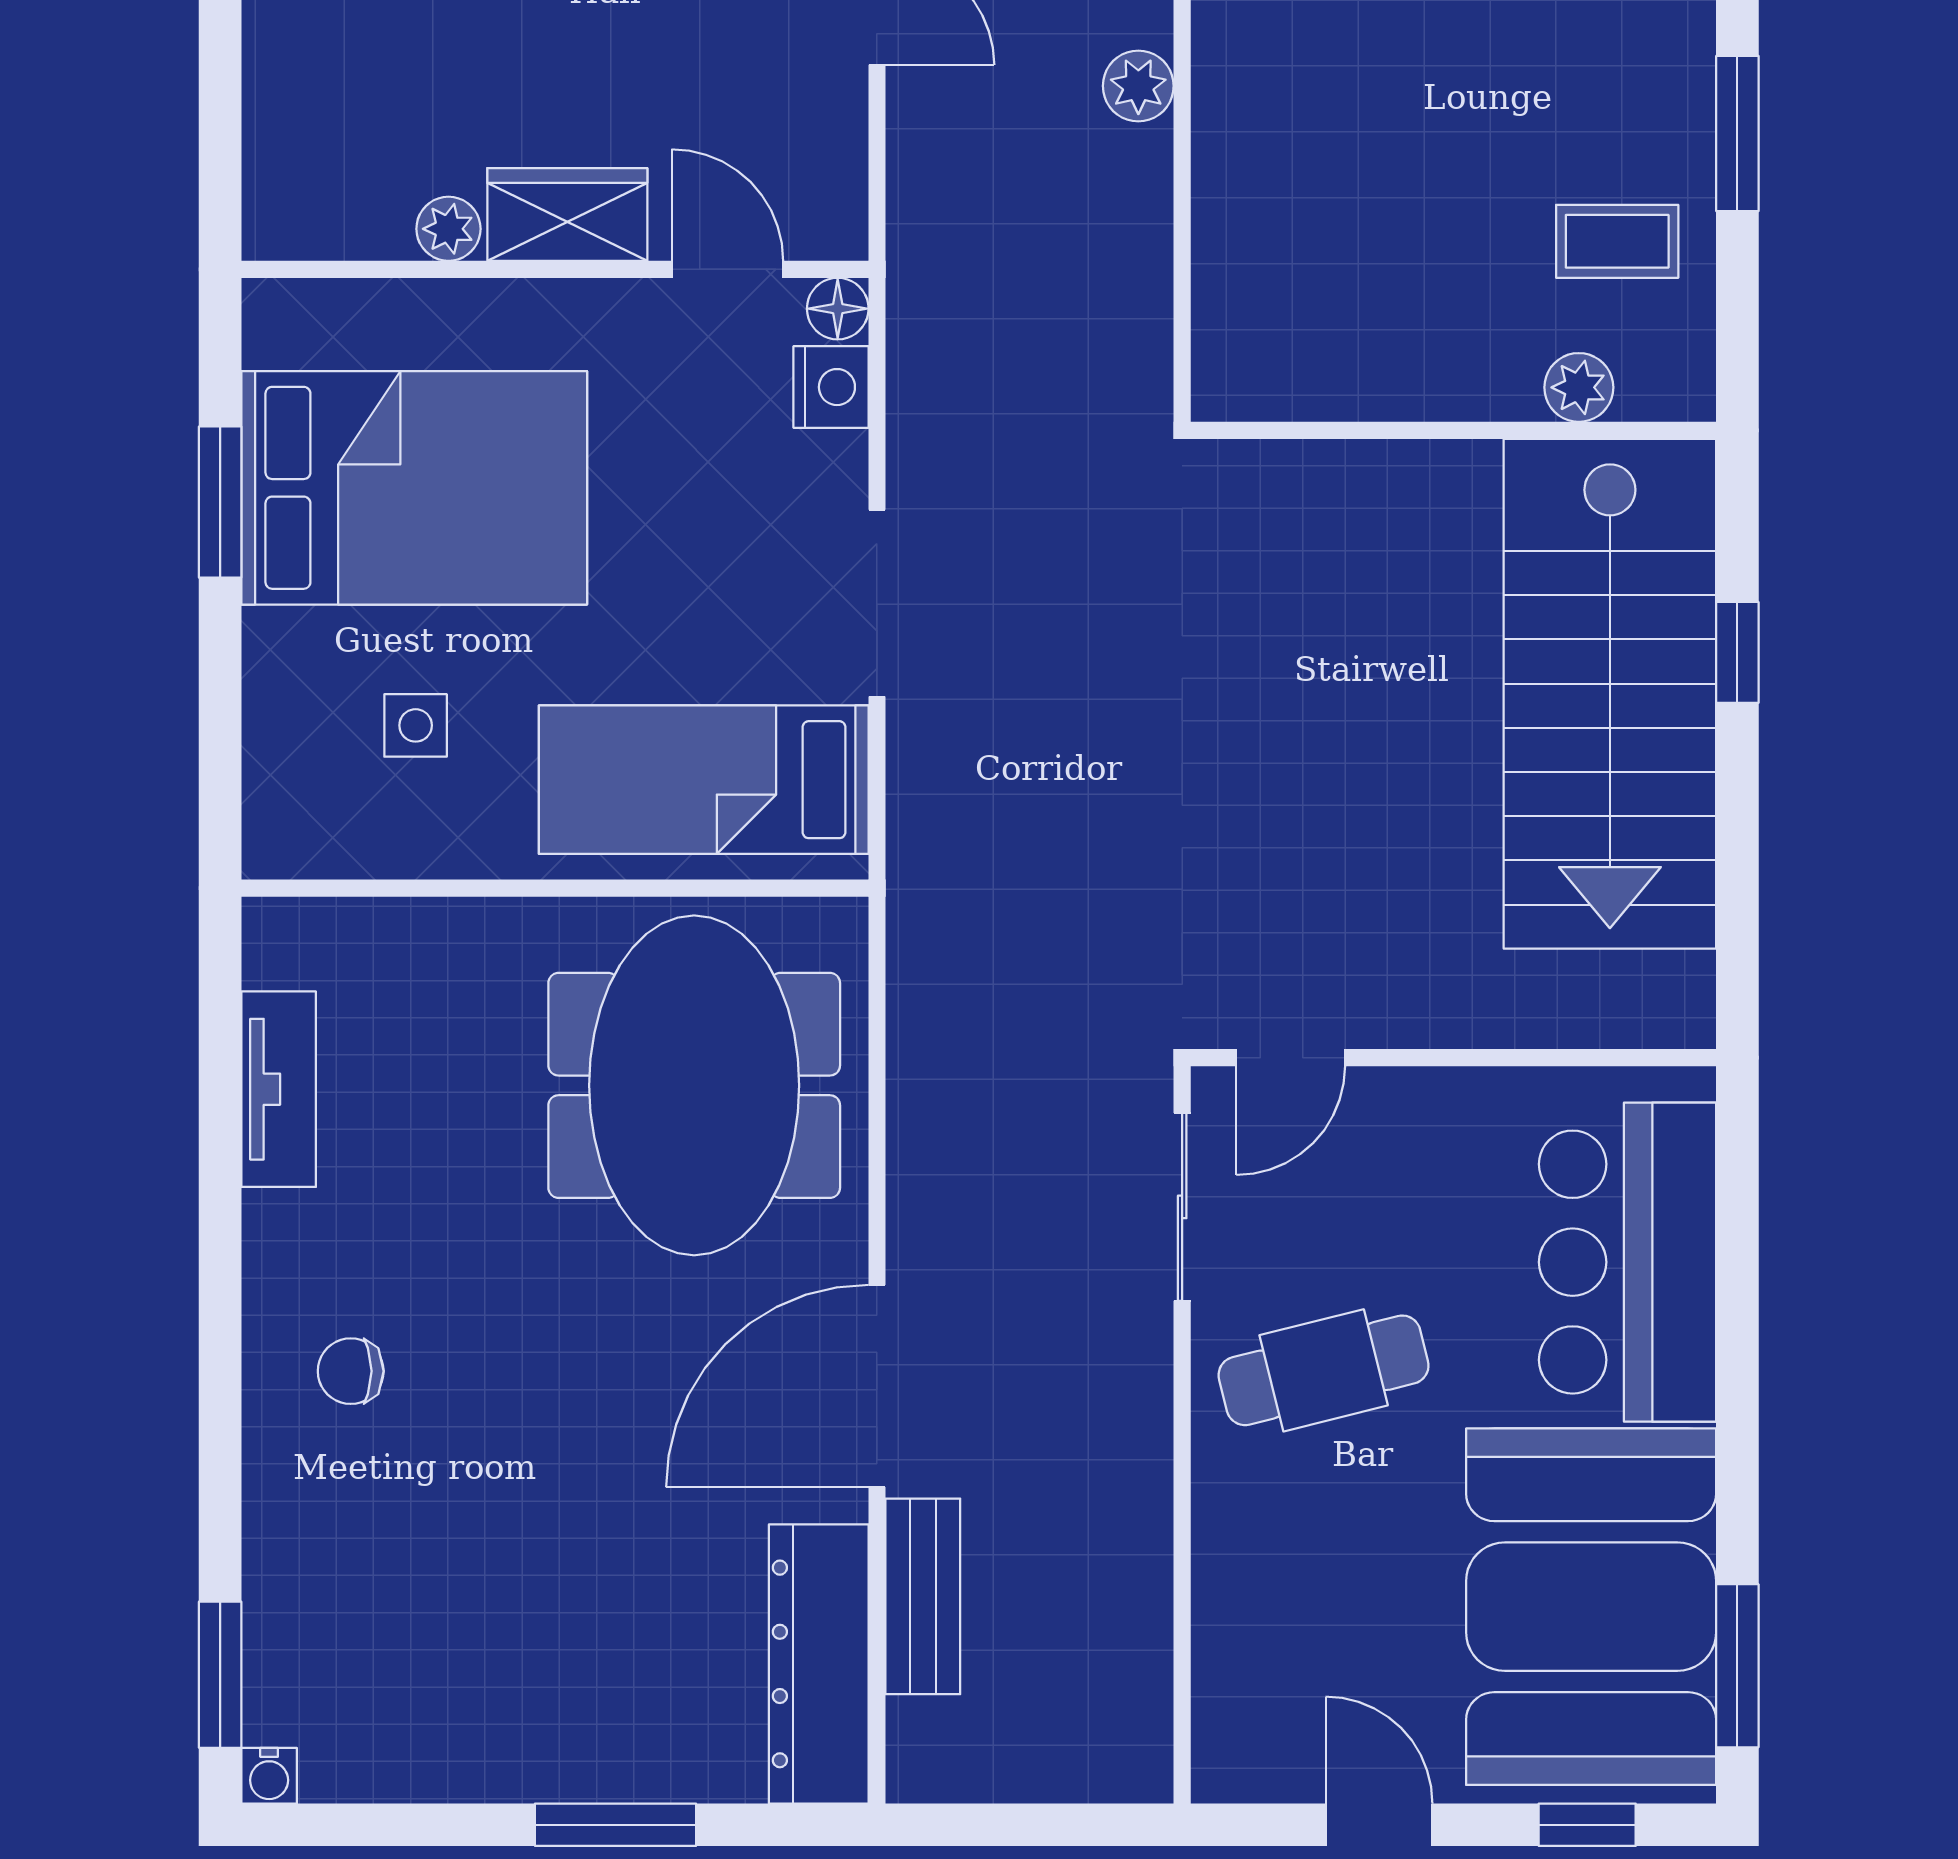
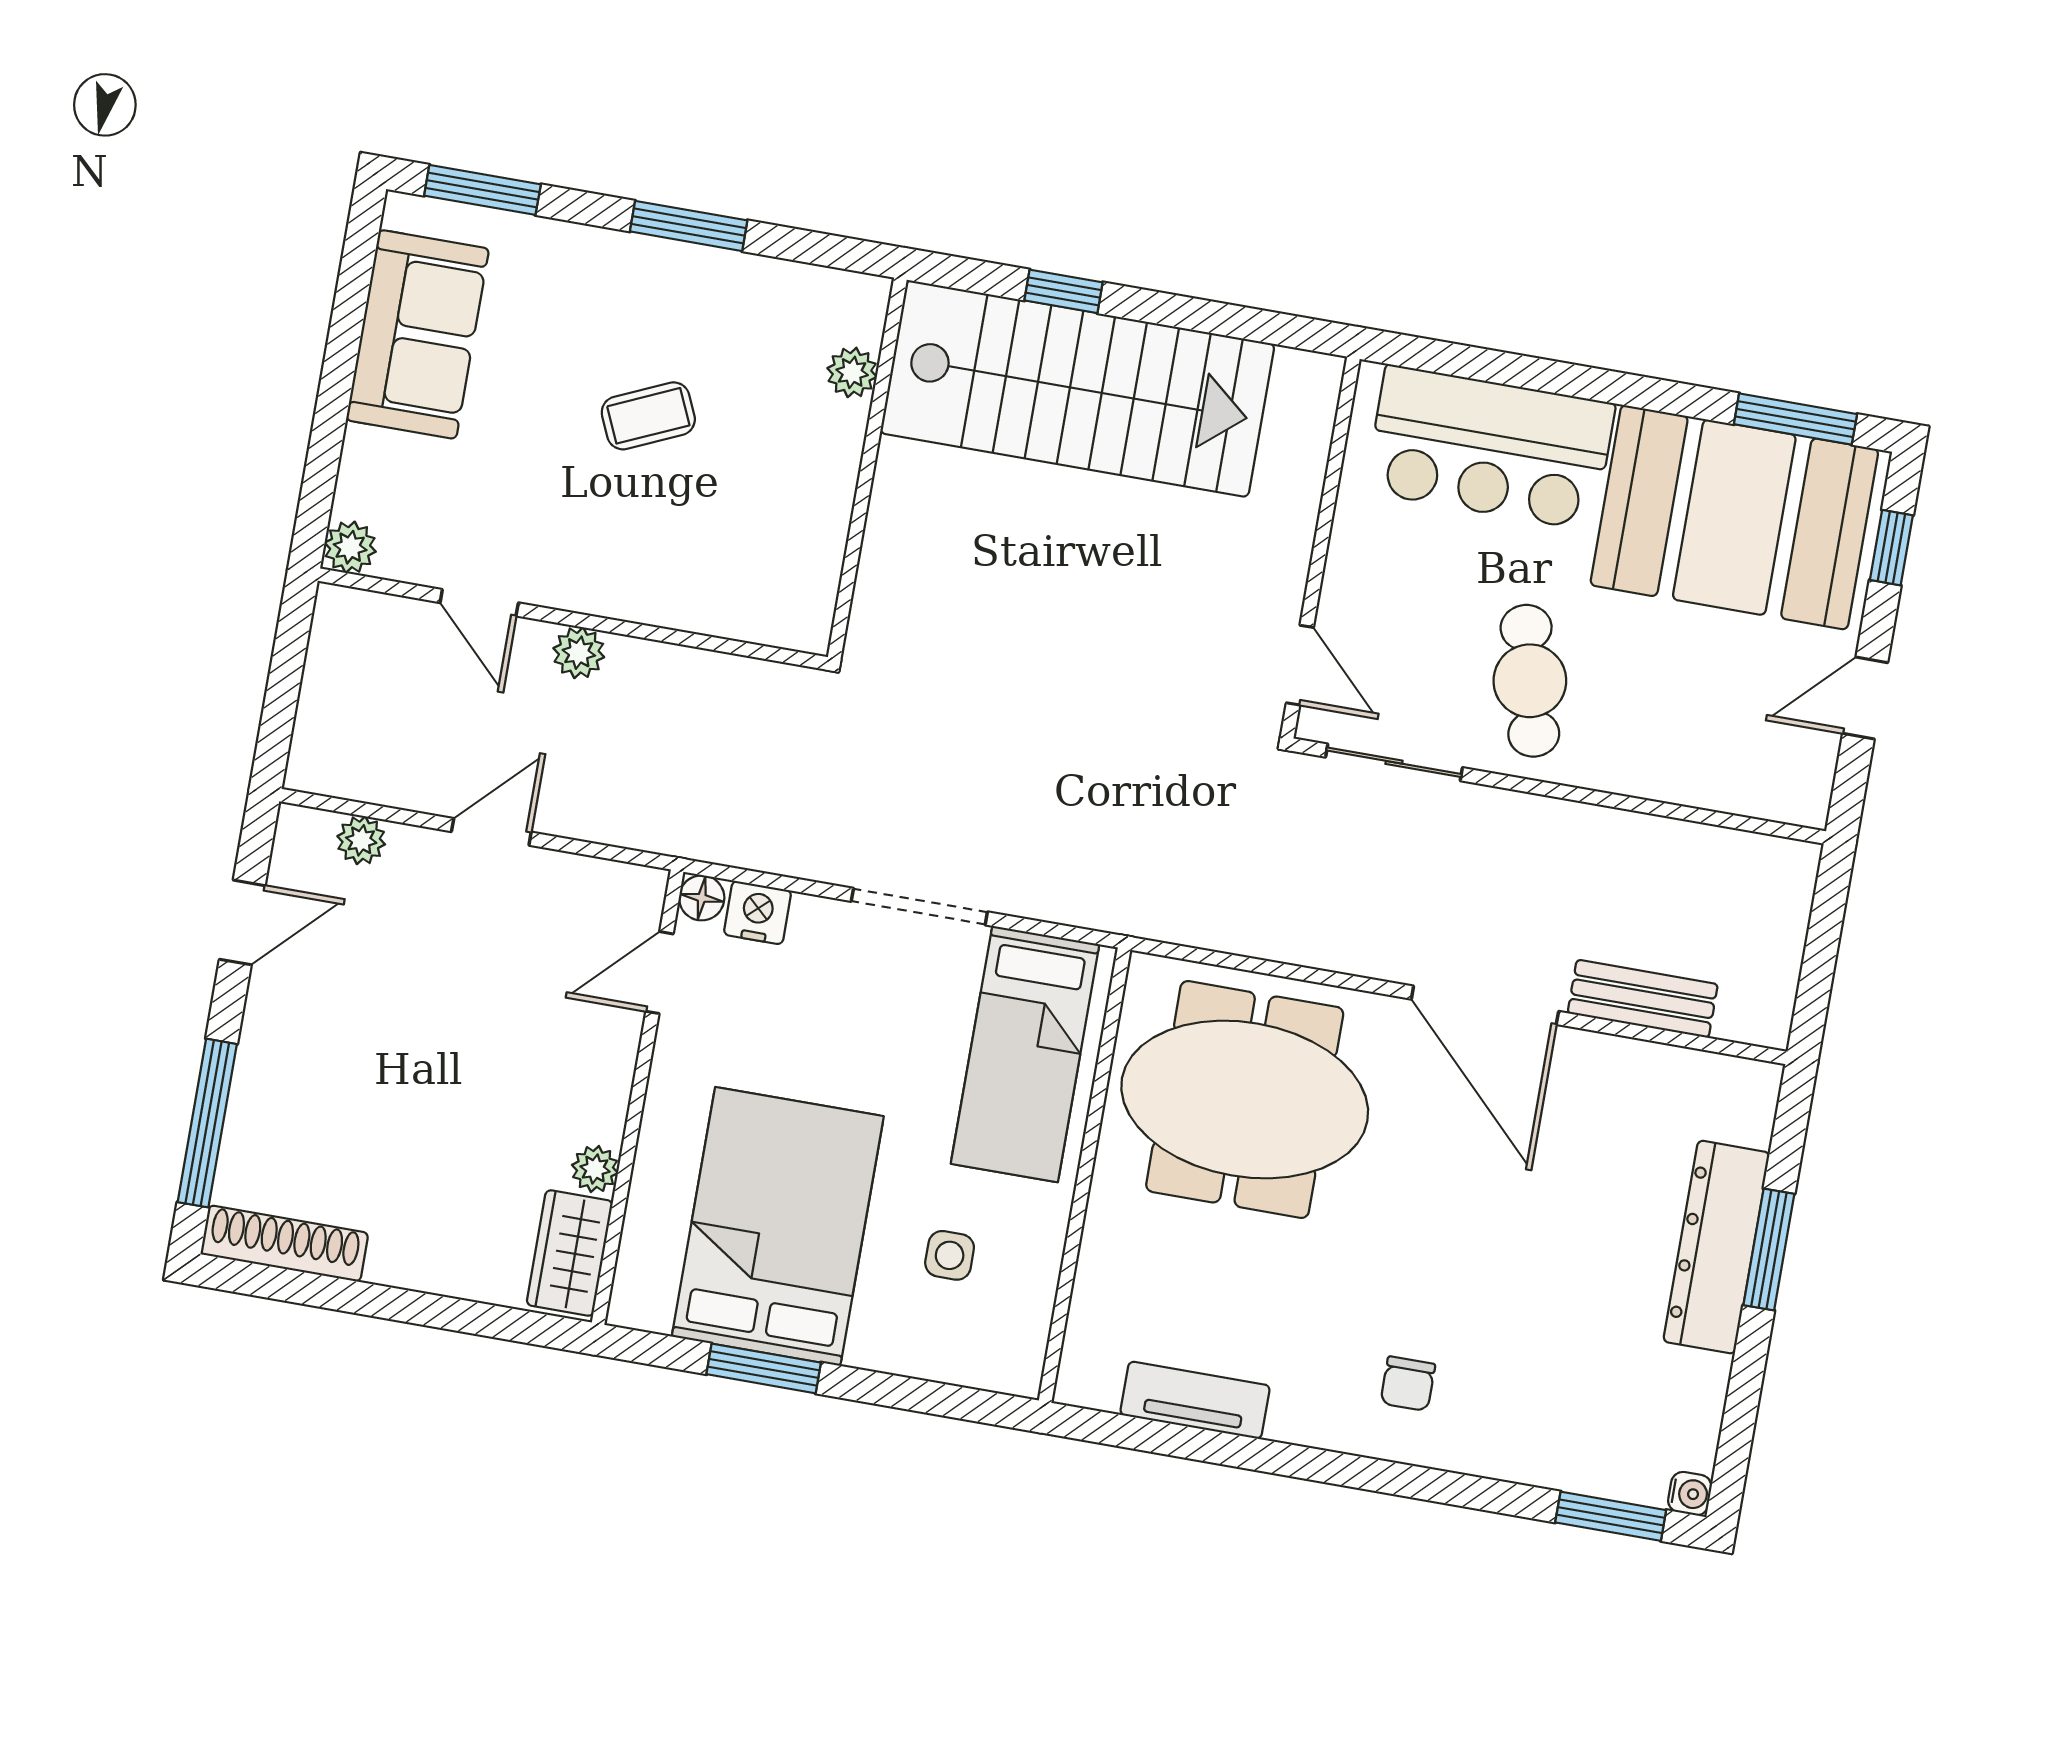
wardrobe: (567, 214) -> (570, 1253), moved
coffee table: (1617, 241) -> (648, 416), moved, turned 66
dresser: (819, 1664) -> (1716, 1247), moved, turned 90

